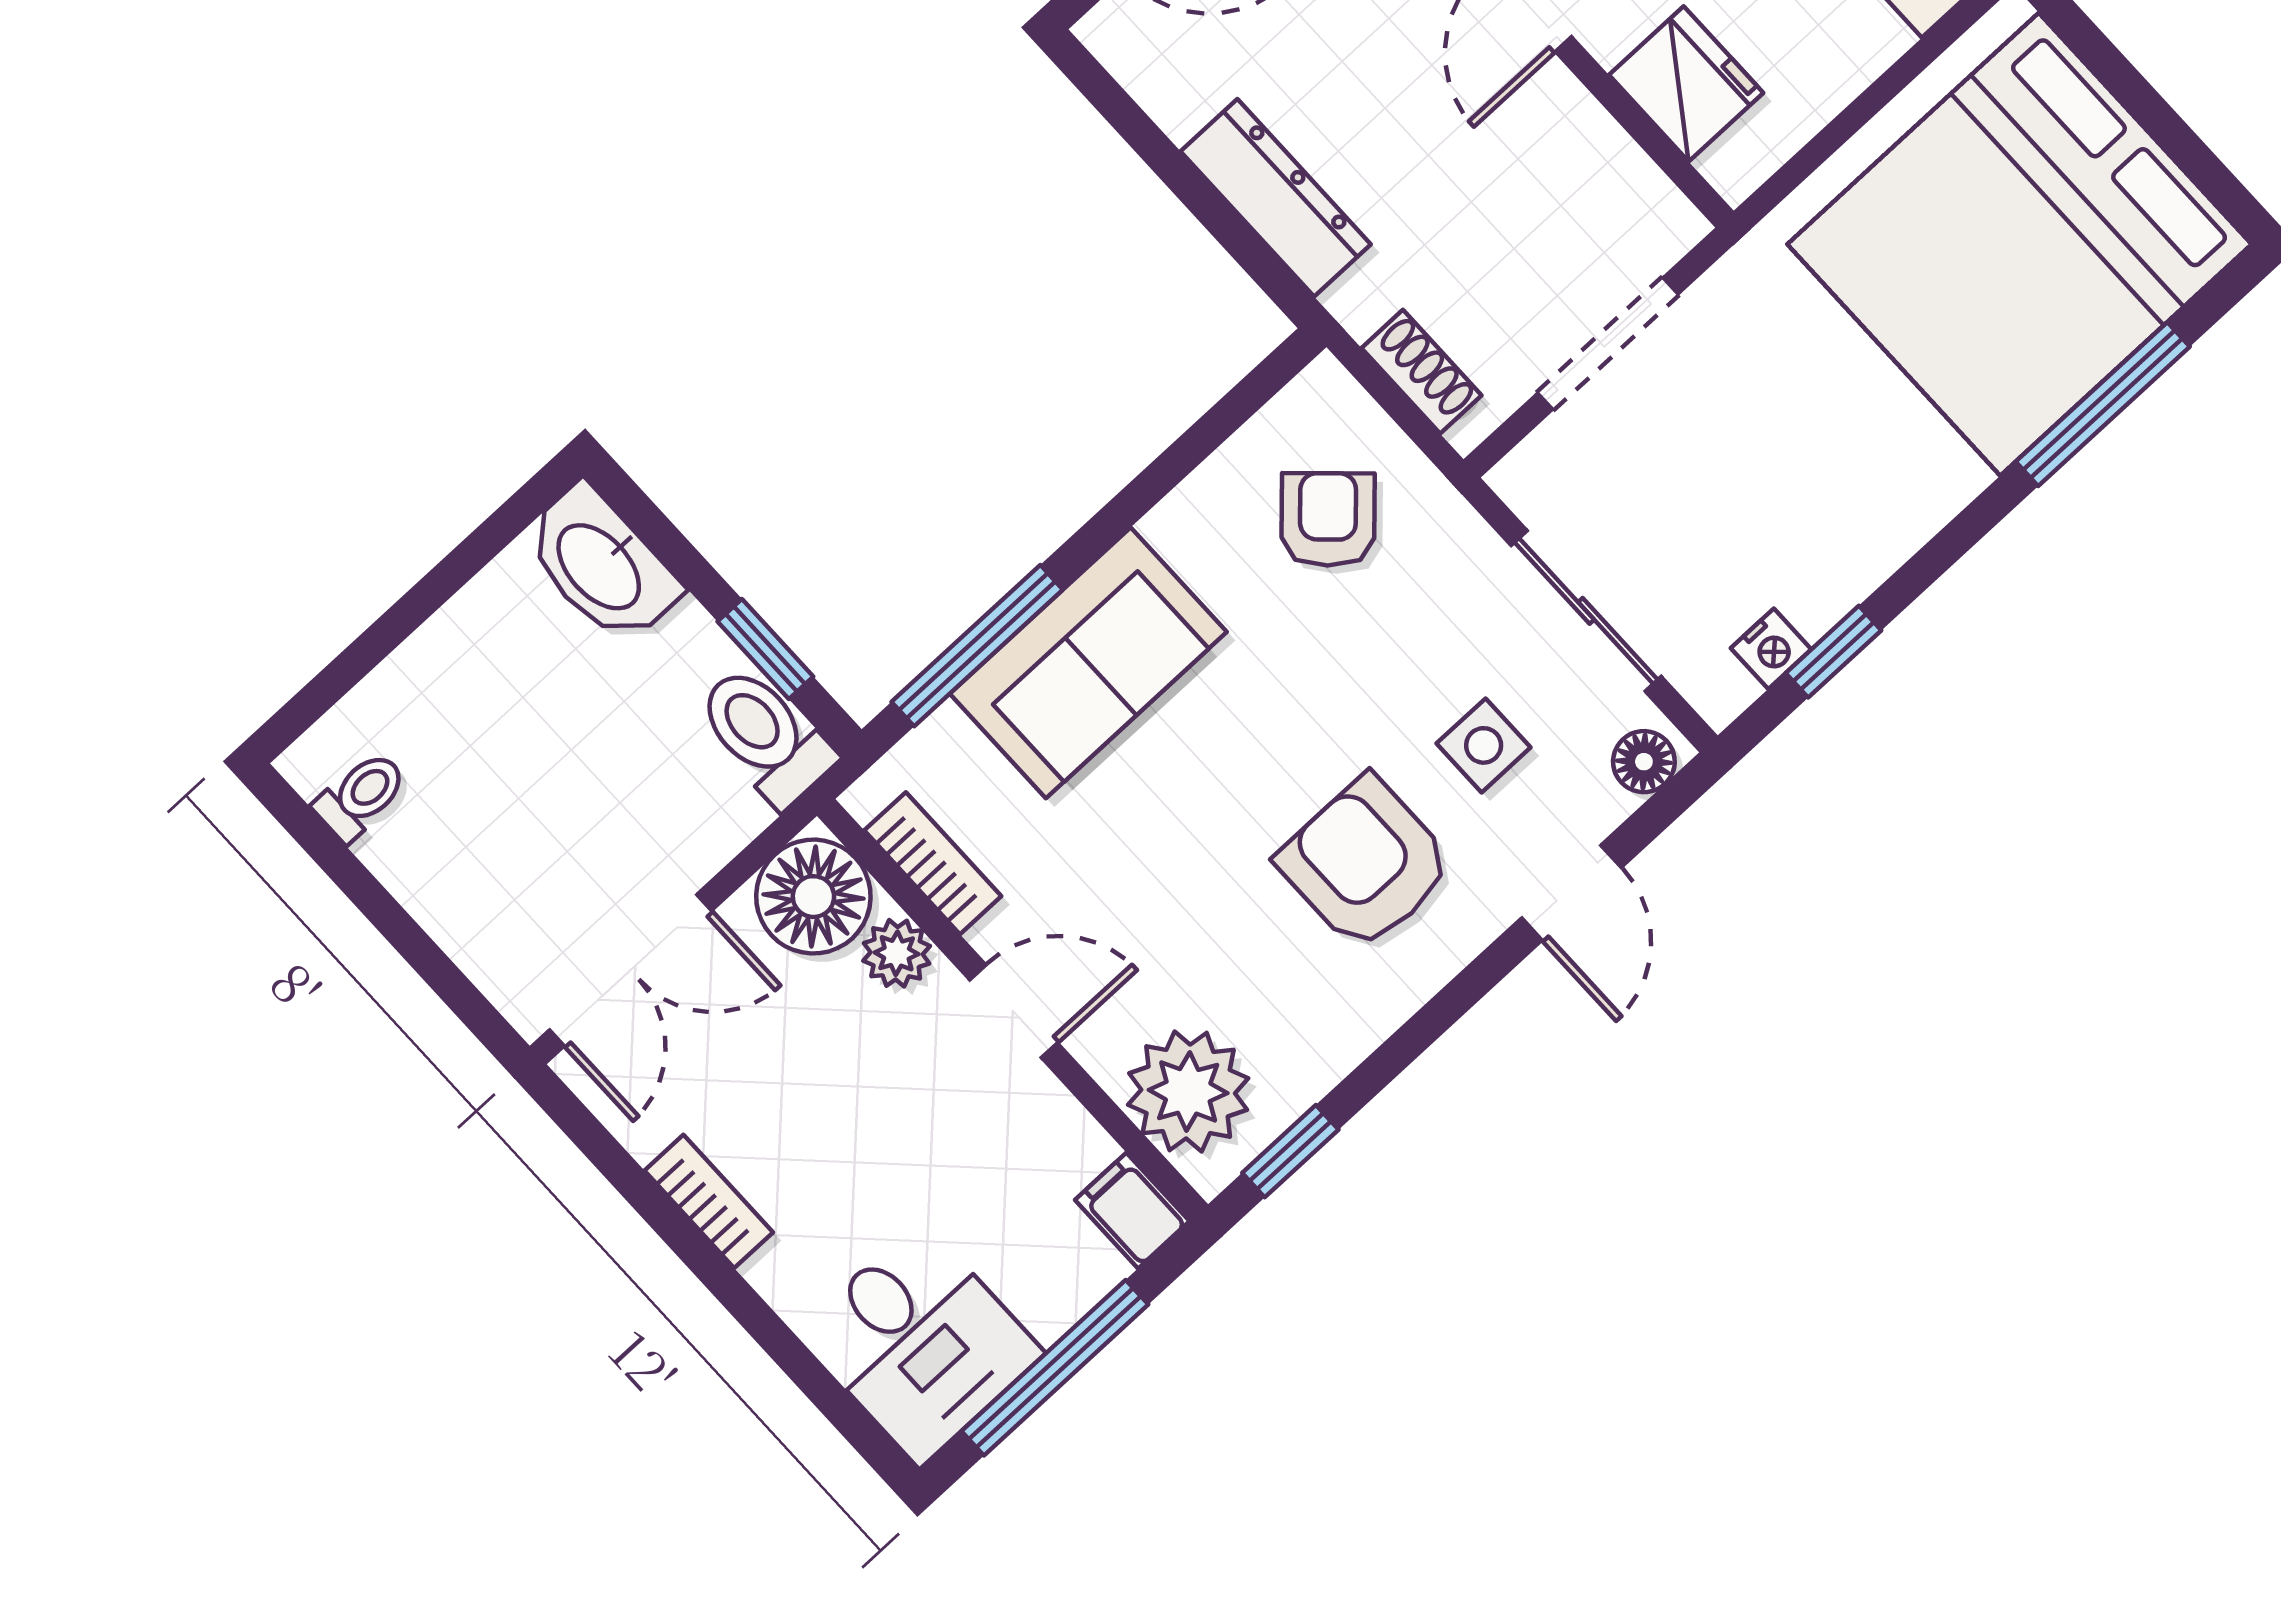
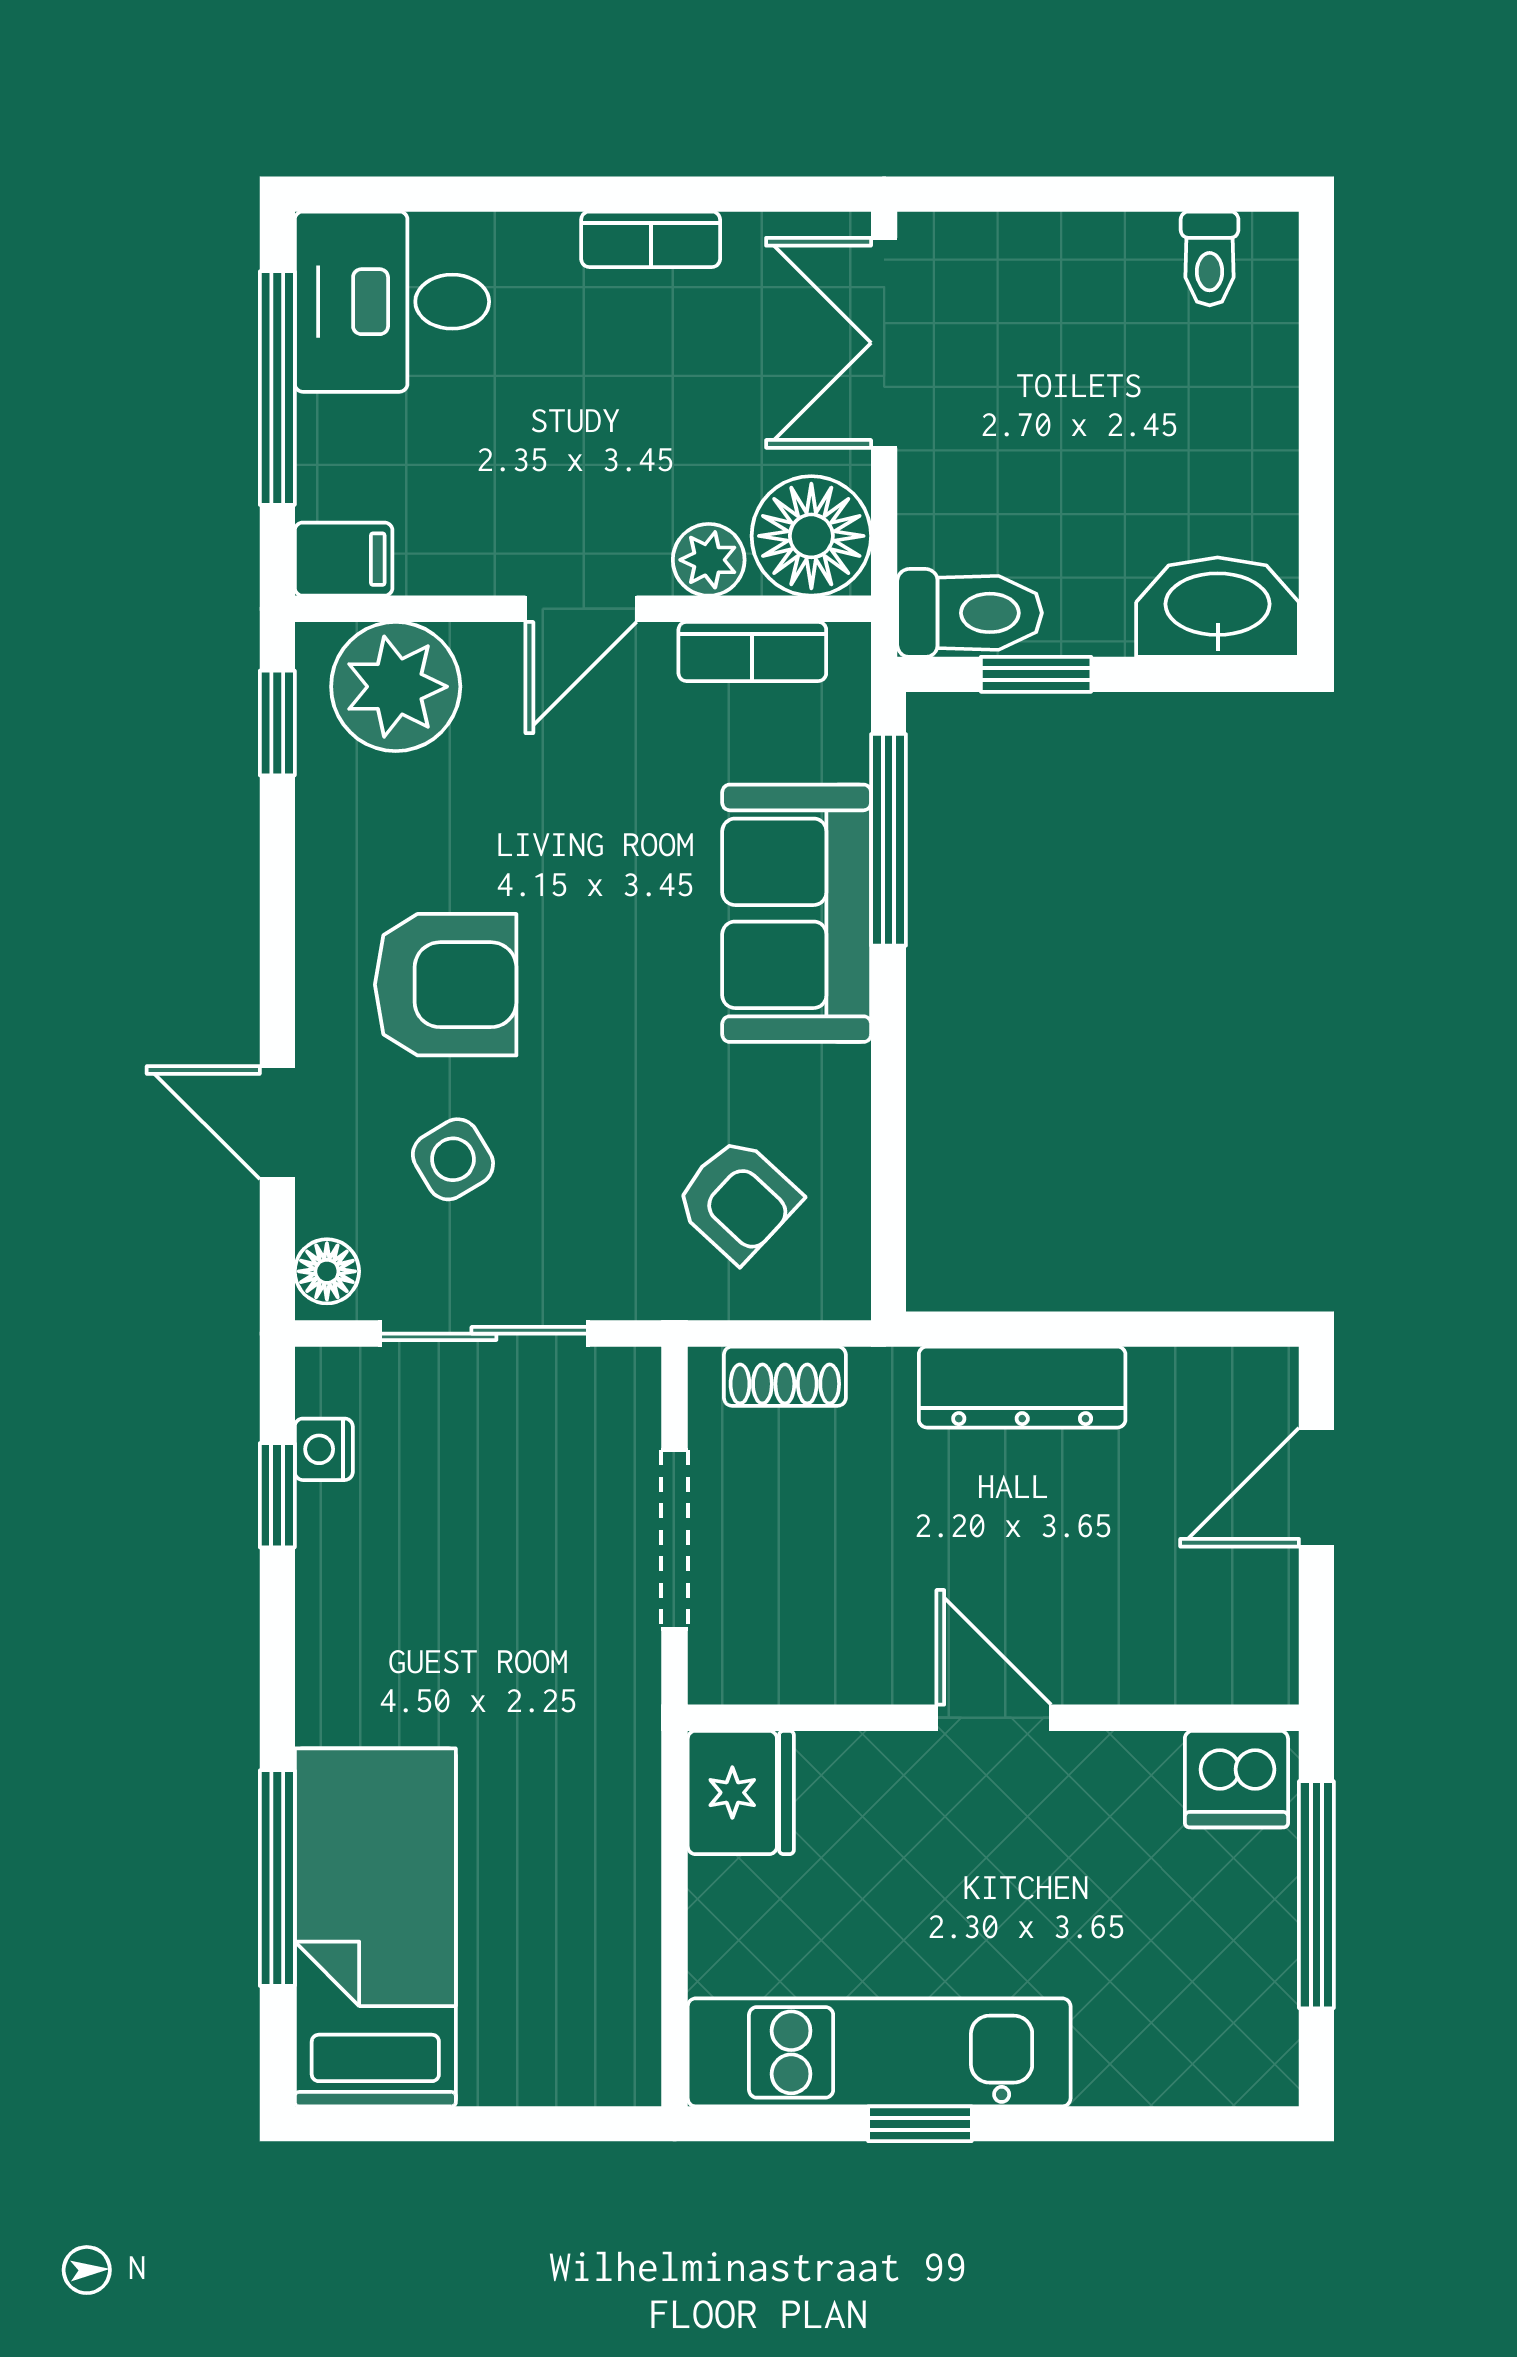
fridge: (1686, 84) -> (741, 1793), moved, turned -90
bed: (2020, 244) -> (375, 1927), width x0.49
side table: (1484, 745) -> (453, 1159), turned -31

